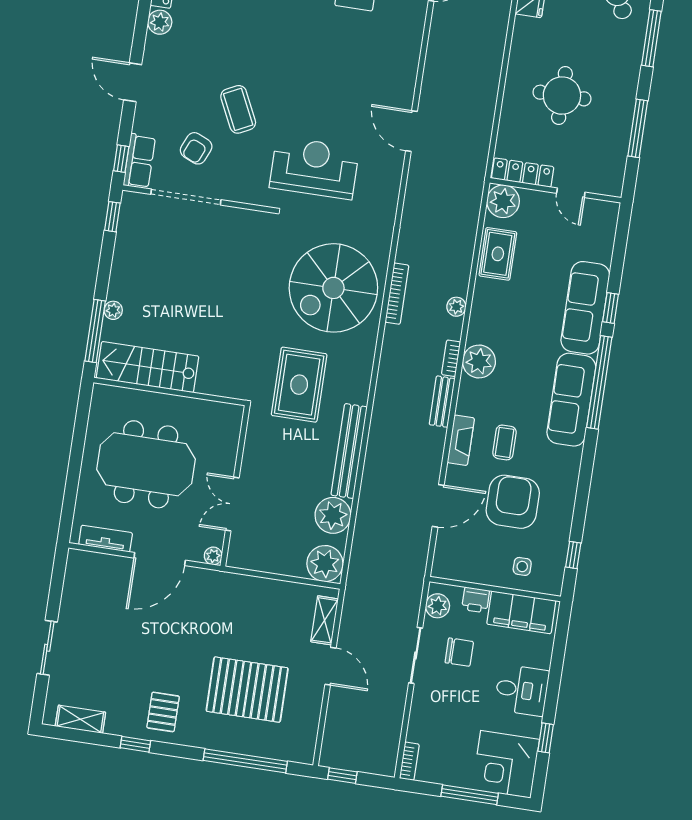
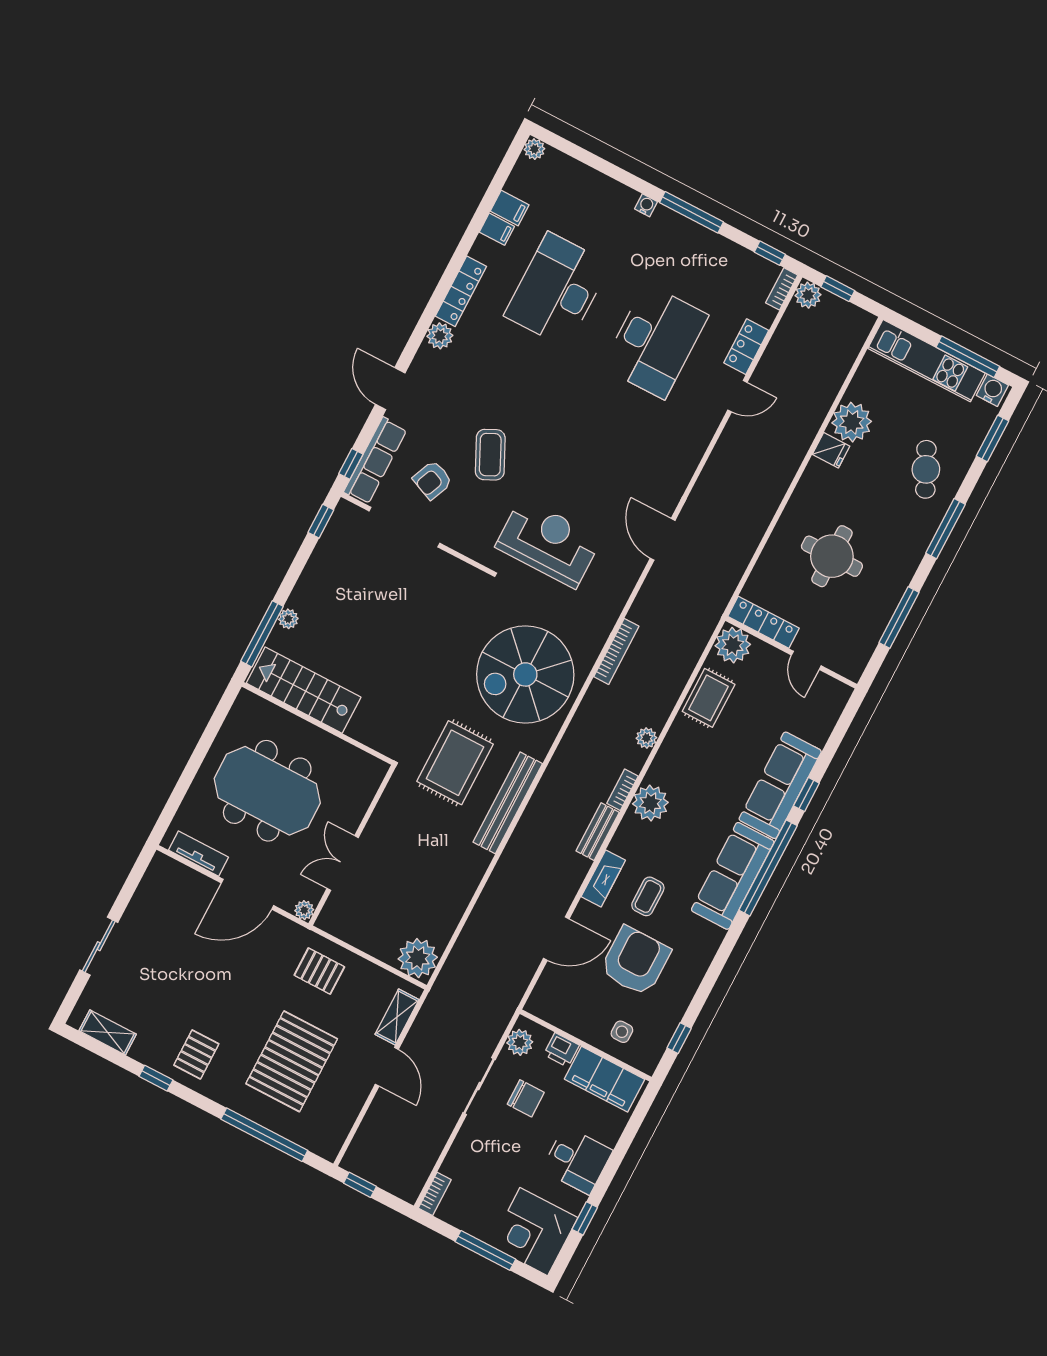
row of seats: (139, 161) -> (375, 461), width x1.48
bookcase: (397, 294) -> (616, 651), moved
bench: (349, 451) -> (508, 803), moved
plant: (333, 515) -> (443, 911), removed
pallet: (244, 604) -> (319, 971), added
pallet: (247, 690) -> (292, 1061), turned 90

